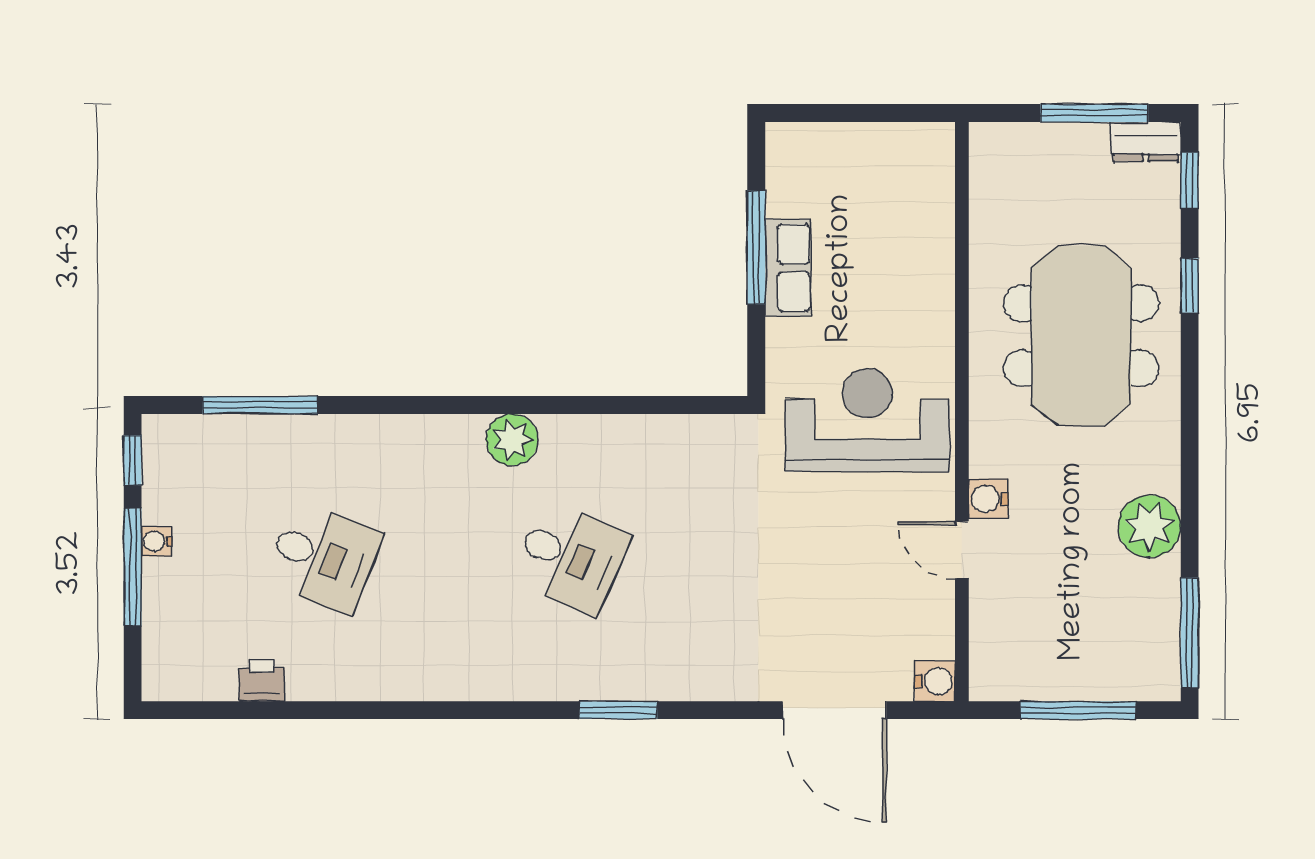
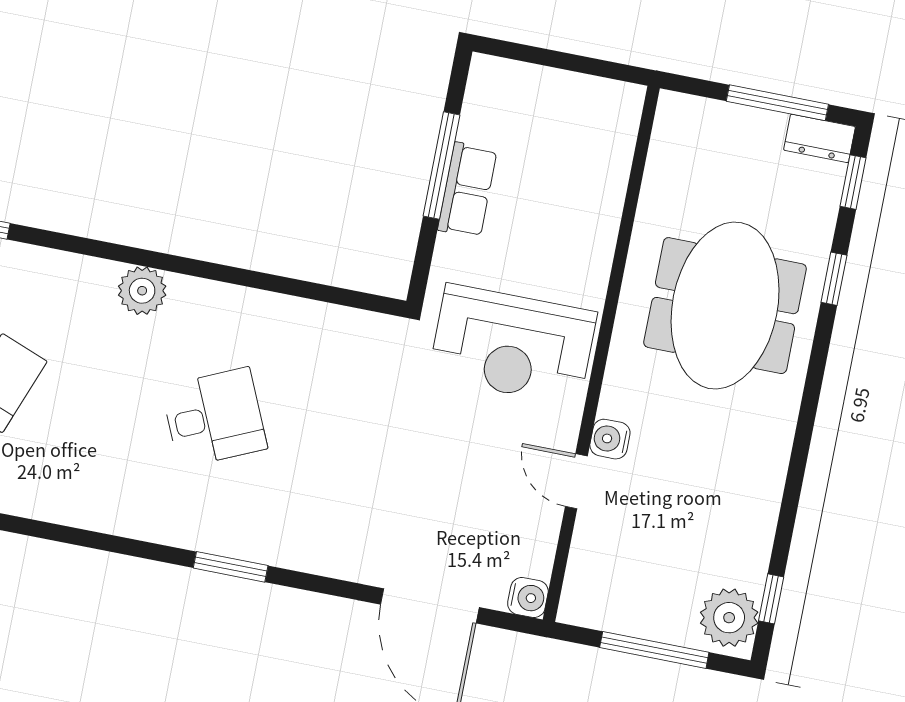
reception desk: (867, 420) -> (513, 345), turned 180
plant: (512, 440) -> (142, 291), moved
plant: (1150, 526) -> (729, 618), moved
desk: (570, 558) -> (214, 418), turned -48
window: (1190, 633) -> (771, 599), width x0.46

